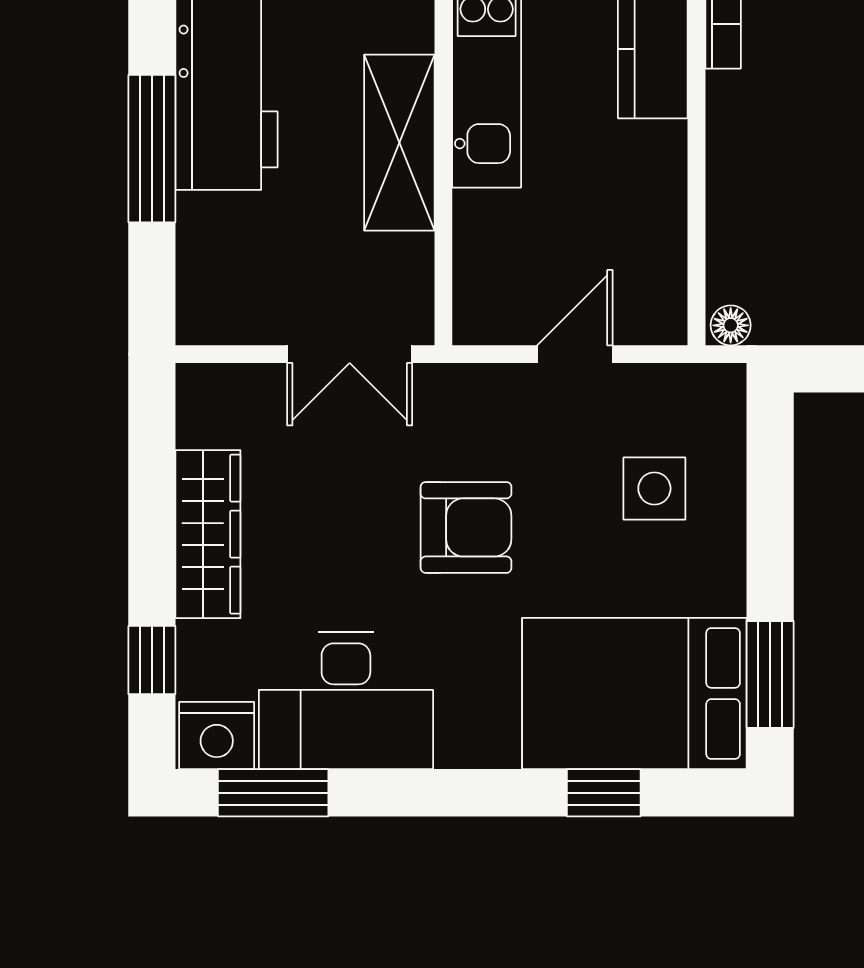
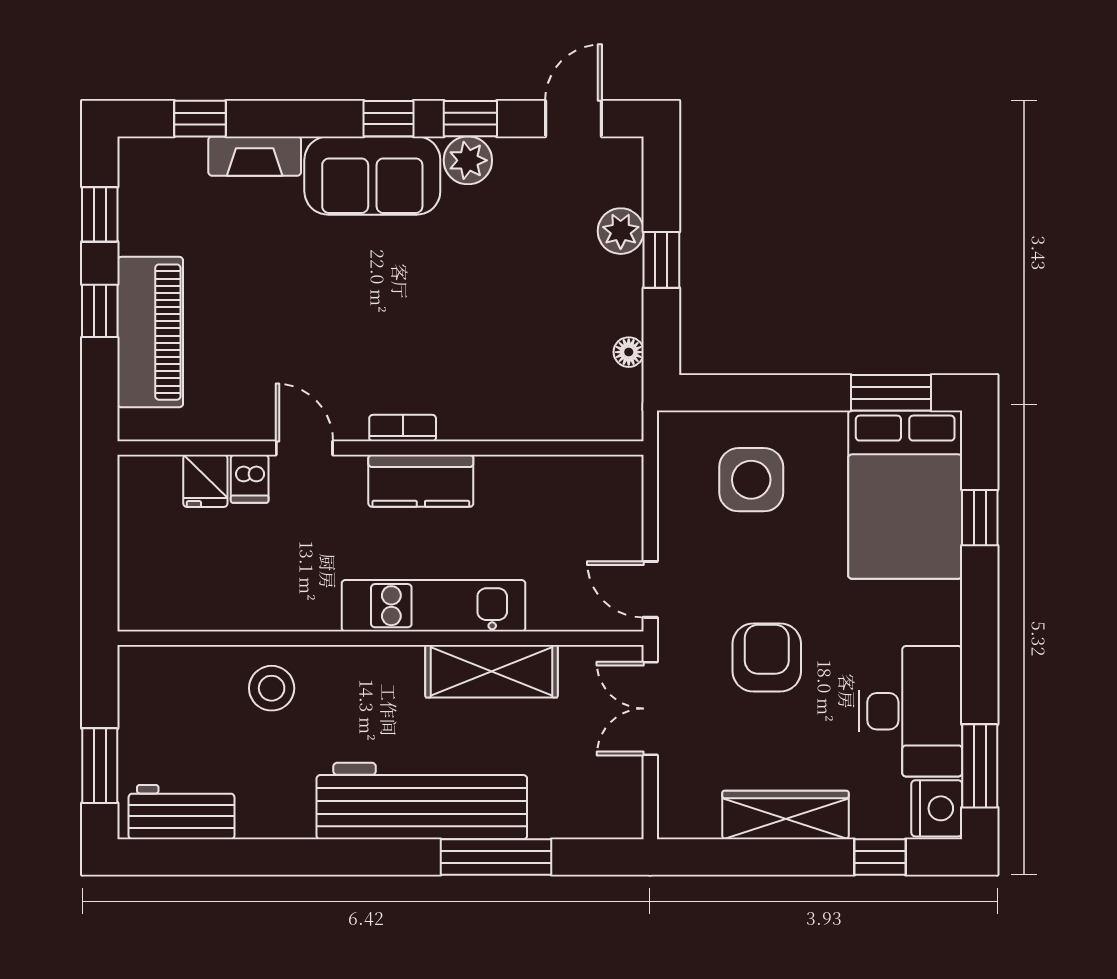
floor lamp: (731, 325) -> (629, 352), moved
double door: (350, 354) -> (650, 709), swing flipped
door: (575, 354) -> (650, 589), moved
side table: (654, 488) -> (751, 480), width x1.37, depth x1.37
armchair: (466, 527) -> (767, 657), moved

